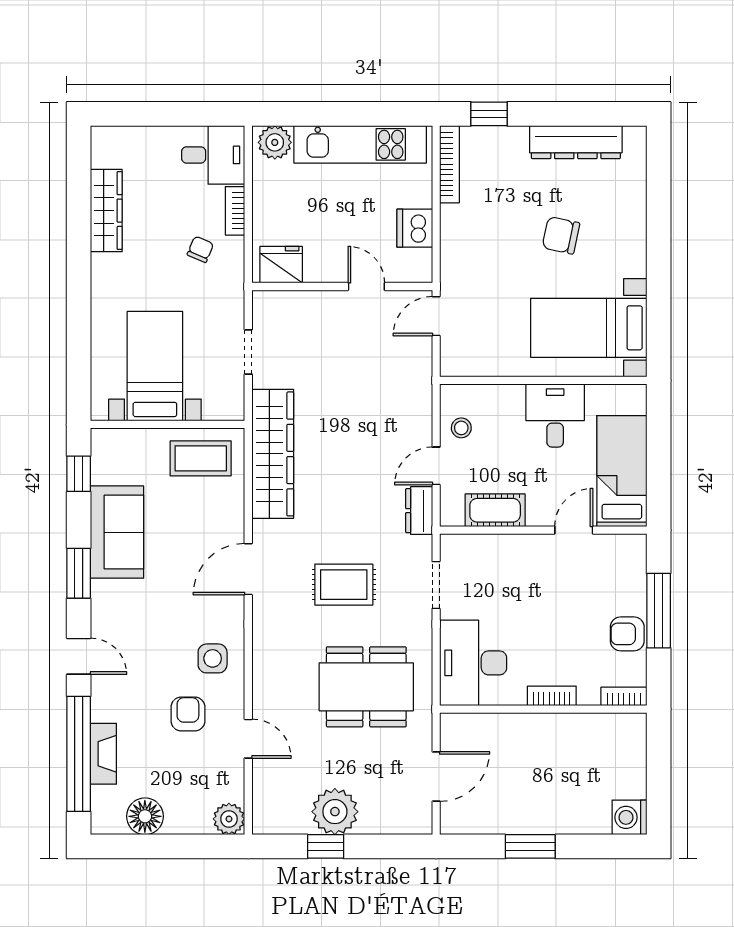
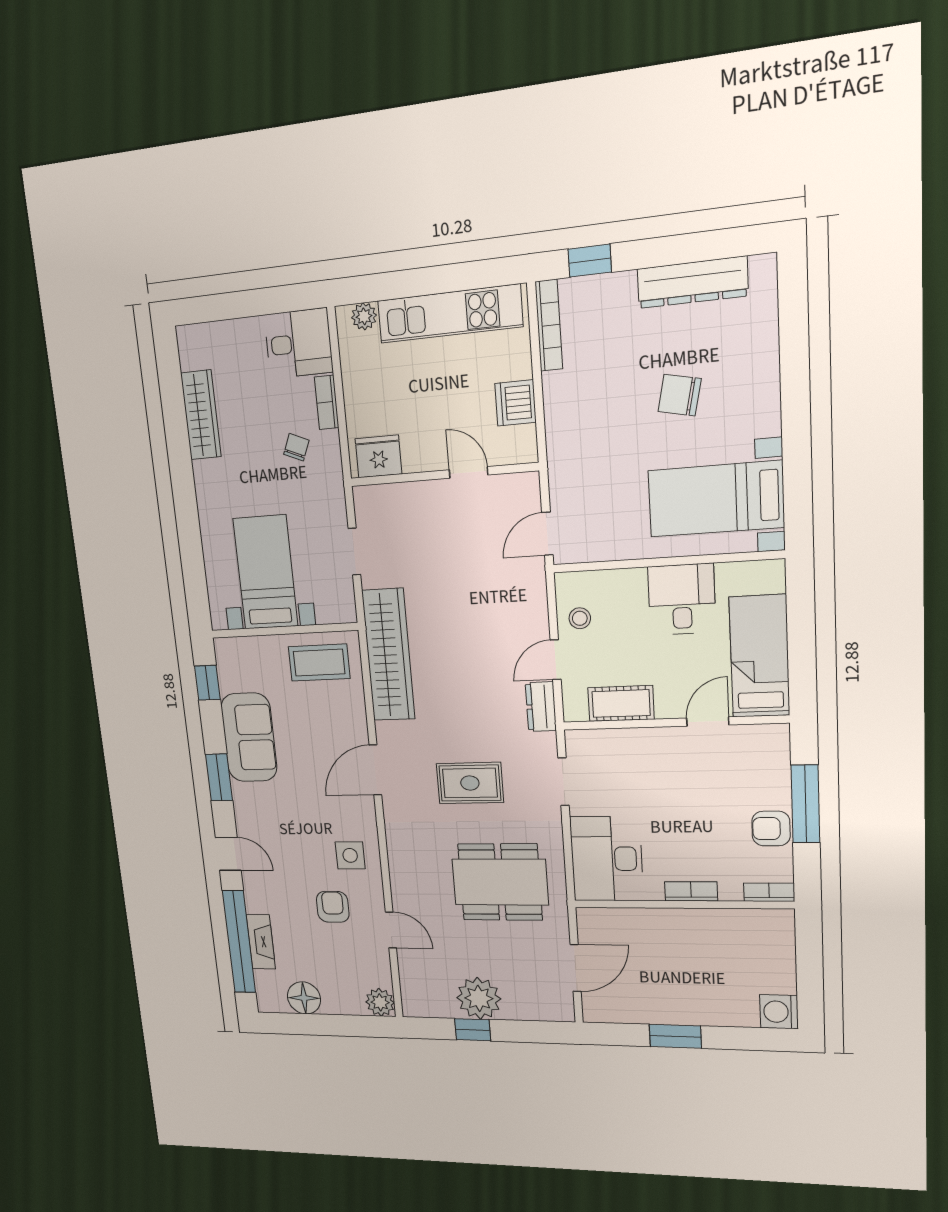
plant: (275, 142) -> (364, 316), width x0.73, depth x0.73
door: (436, 316) -> (547, 534), moved

